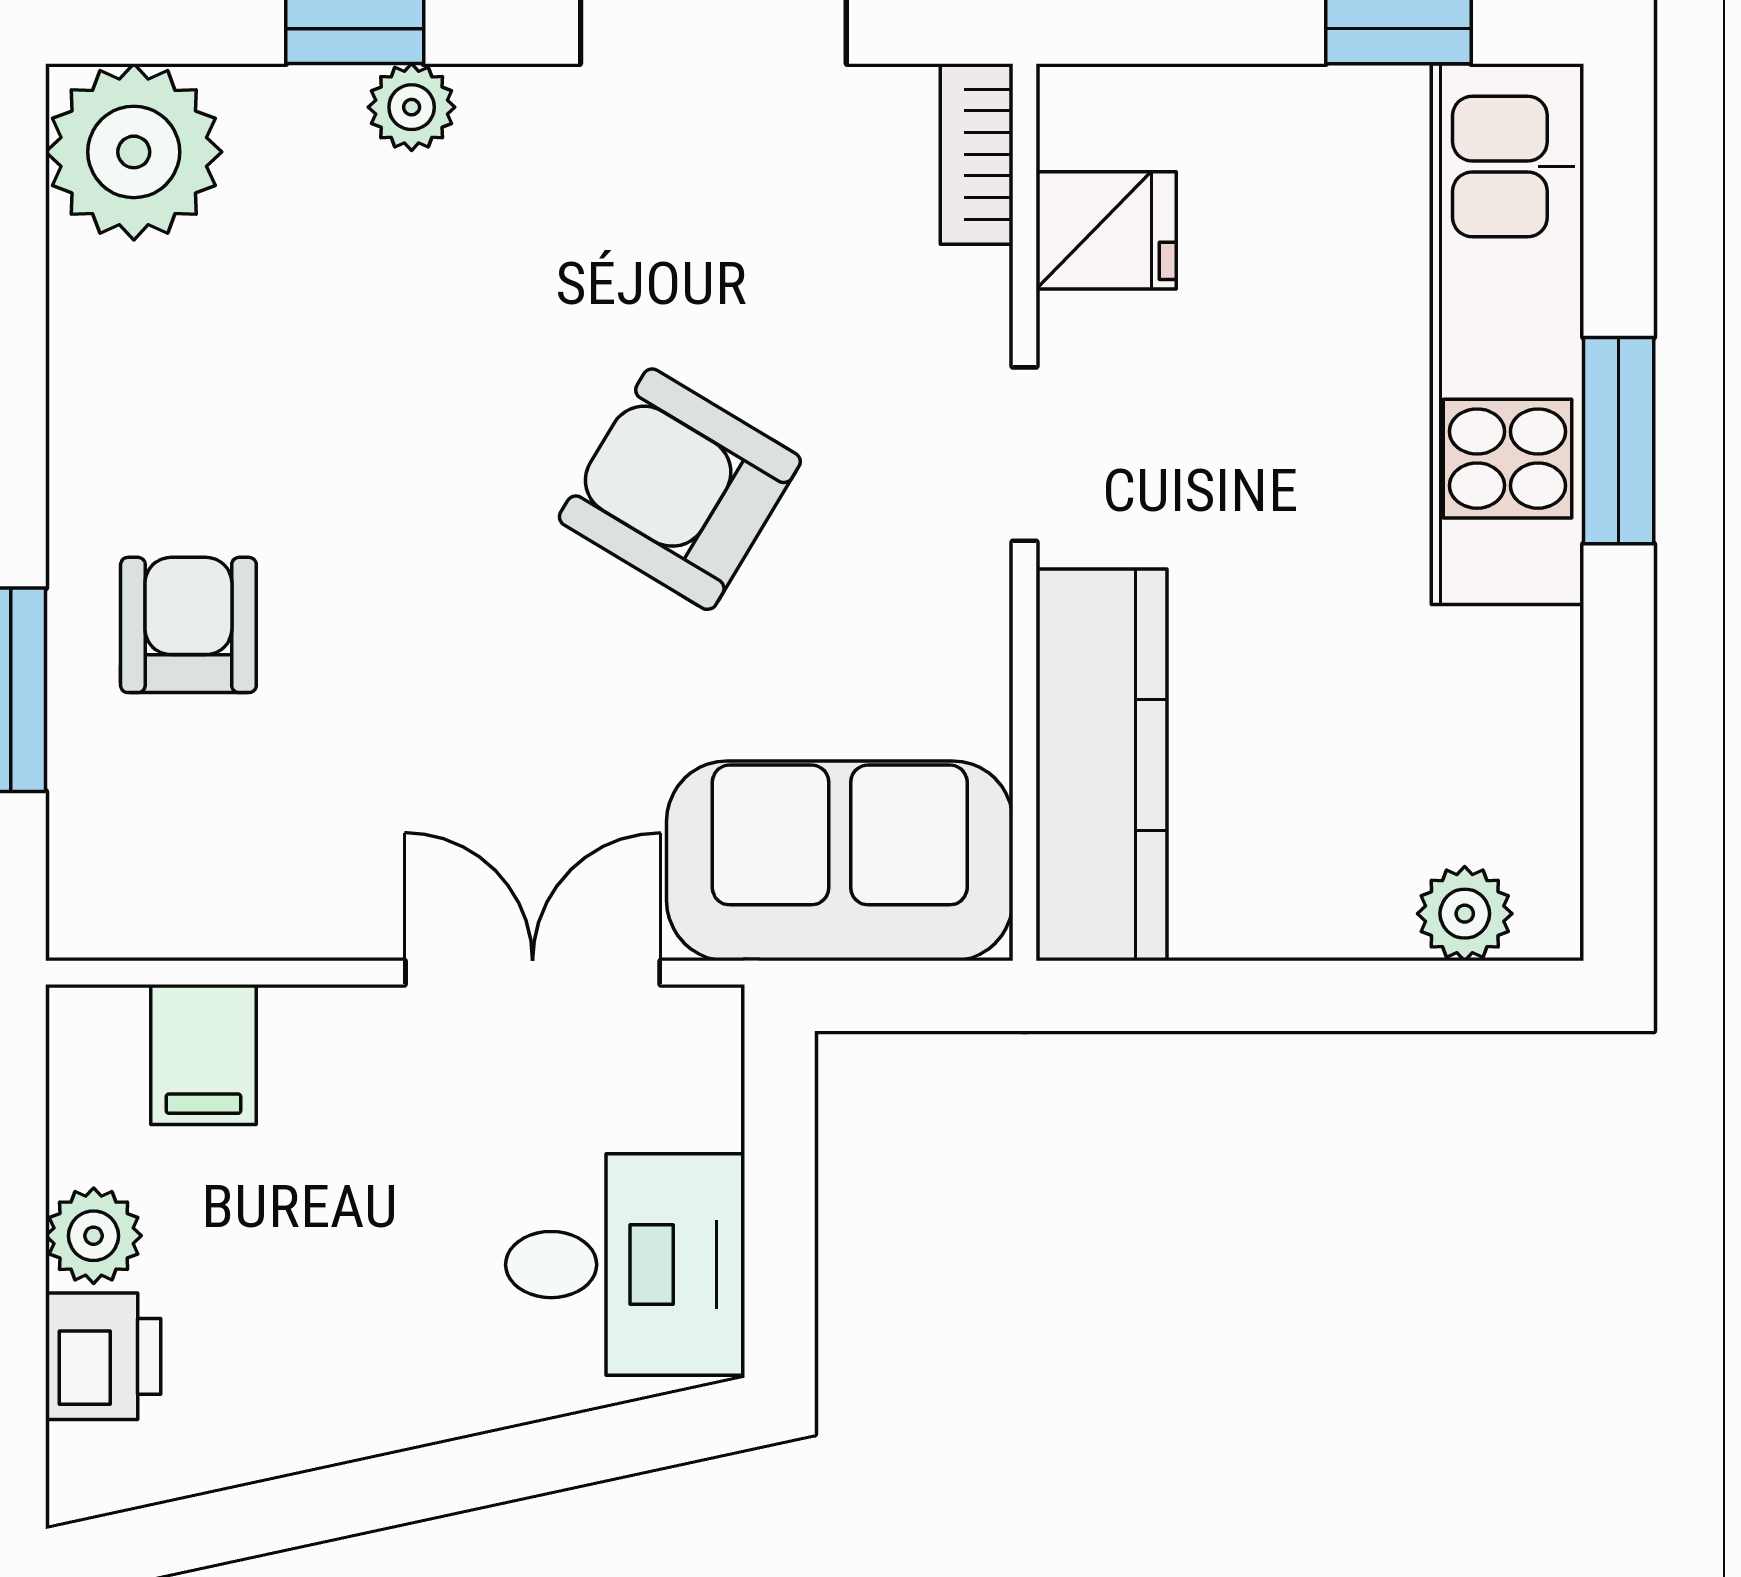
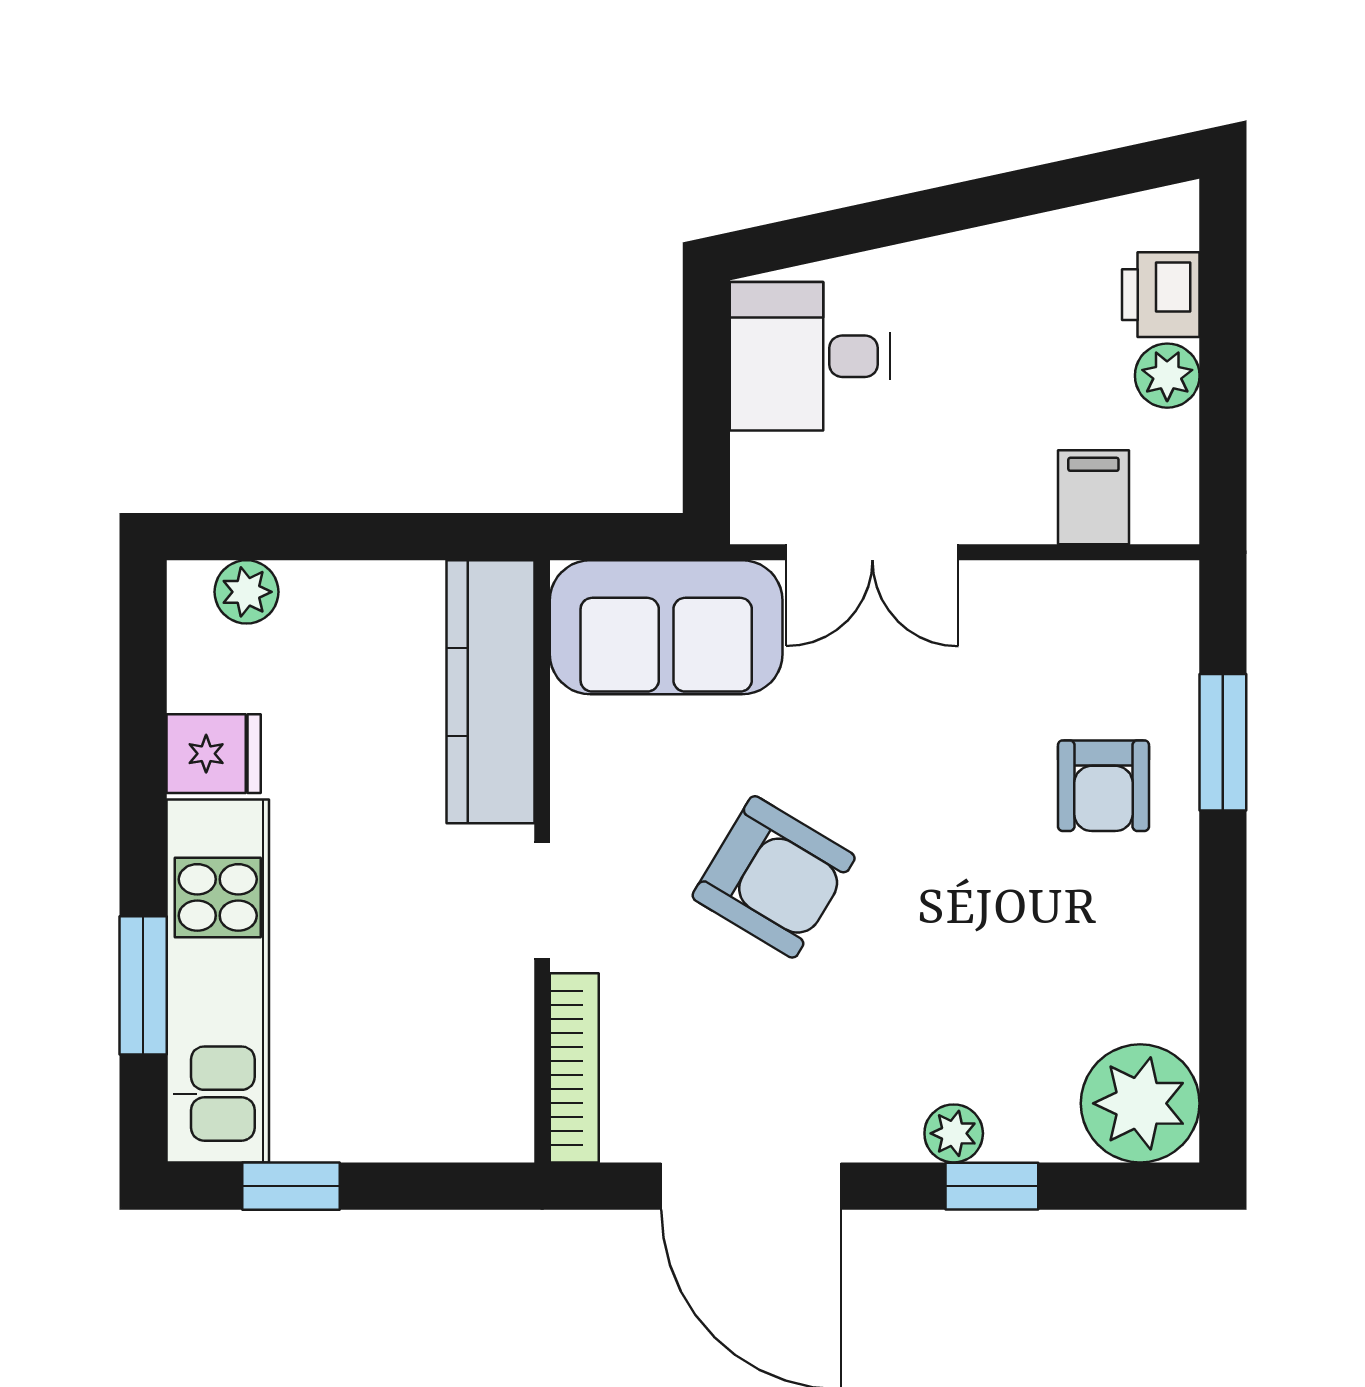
bookcase: (977, 154) -> (574, 1068), width x1.56
fridge: (1106, 230) -> (214, 754), moved, turned 180
window: (1619, 441) -> (143, 985), moved

